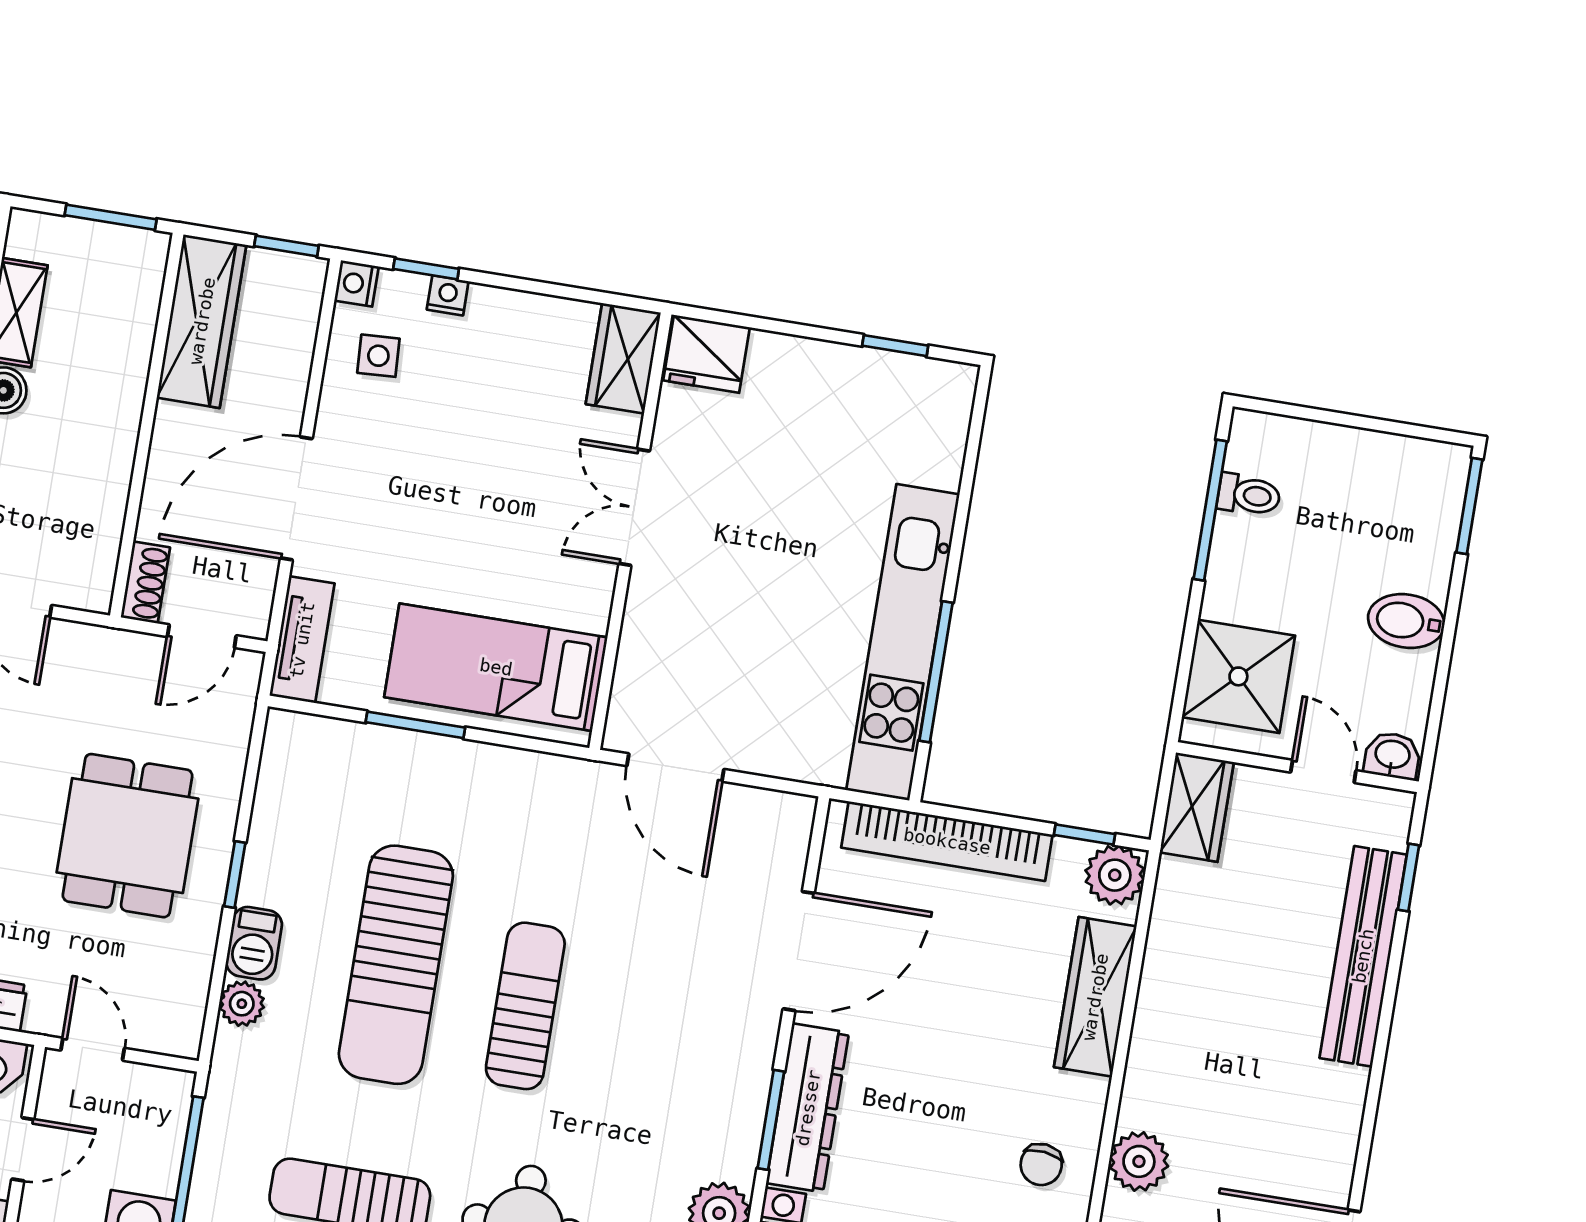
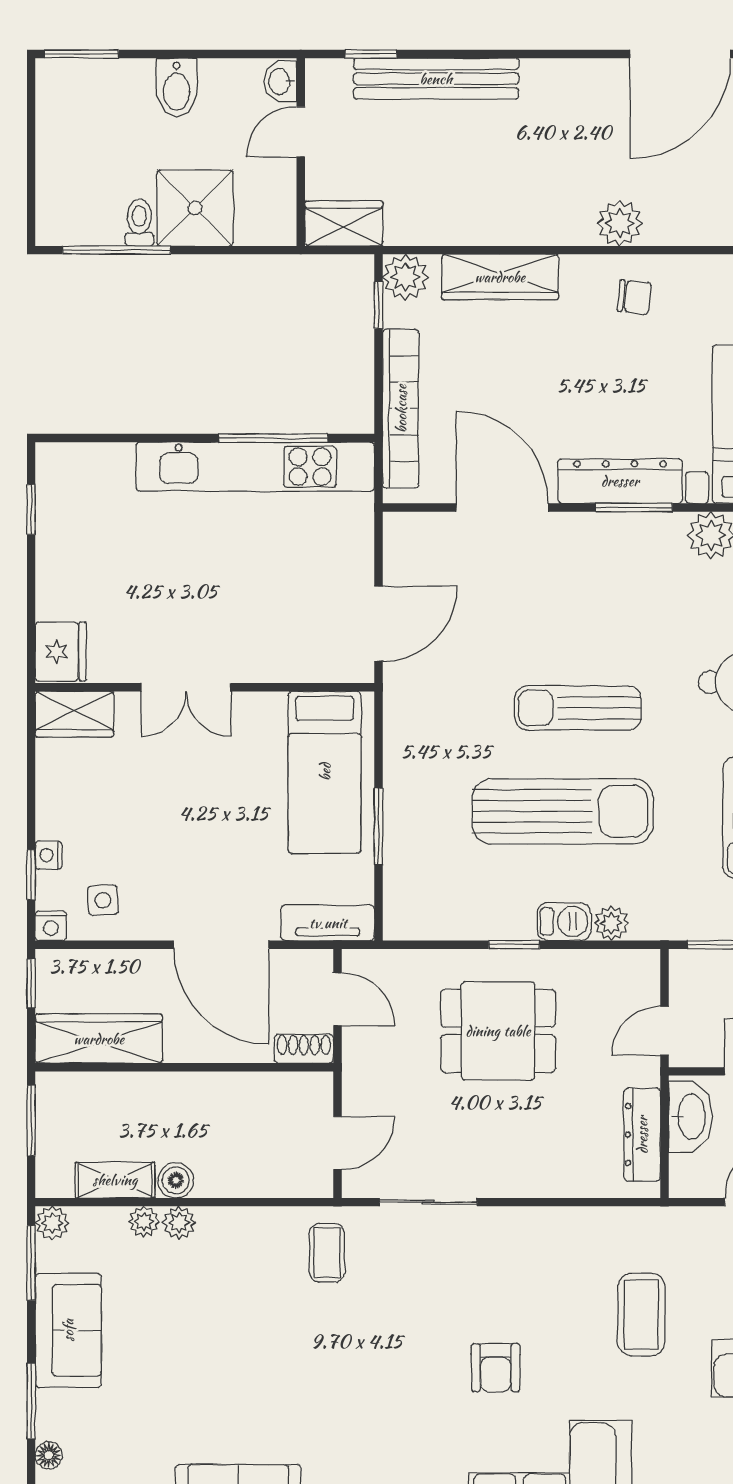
toilet: (1249, 495) -> (139, 223), moved
shower: (1238, 676) -> (195, 208), moved

